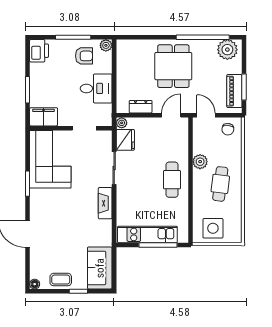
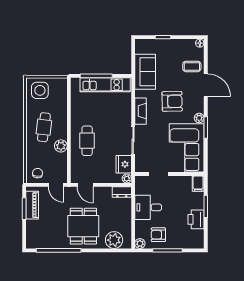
plant: (227, 50) -> (114, 240), moved
printer: (39, 51) -> (196, 219), moved
dresser: (141, 107) -> (122, 192), moved
door: (171, 115) -> (85, 185), hinge flipped
filing cabinet: (44, 117) -> (198, 184), width x0.50
cafe table: (172, 180) -> (87, 141), moved
plant: (35, 195) -> (199, 118), added
armchair: (68, 215) -> (172, 101), added
side table: (213, 228) -> (40, 90), moved
sofa: (100, 268) -> (145, 72), moved
coffee table: (61, 280) -> (192, 66), moved

